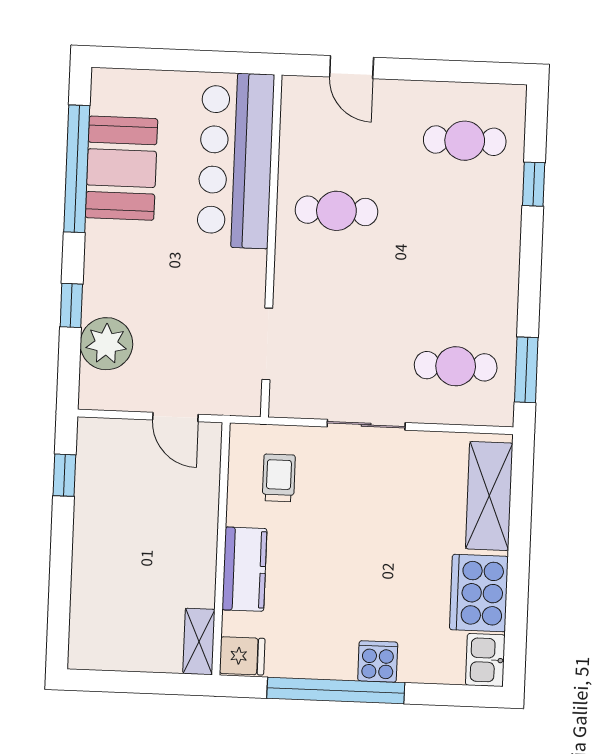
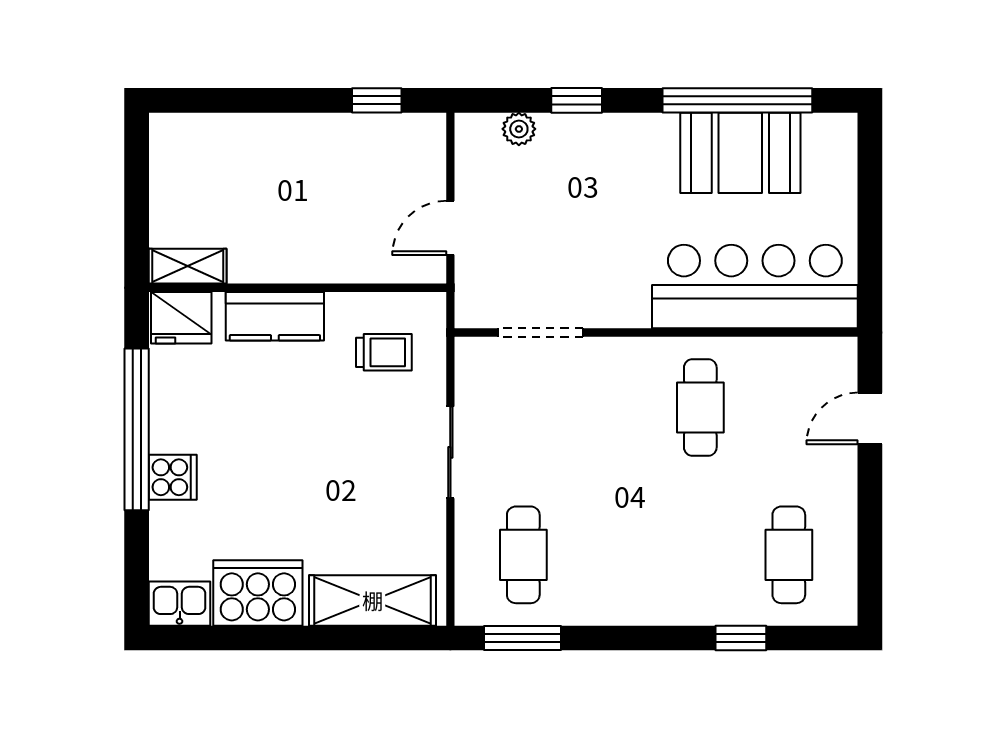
plant: (106, 344) -> (519, 129), width x0.53, depth x0.53
fridge: (242, 656) -> (181, 318), width x1.38

